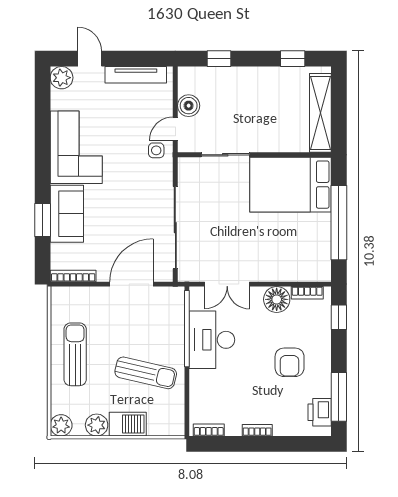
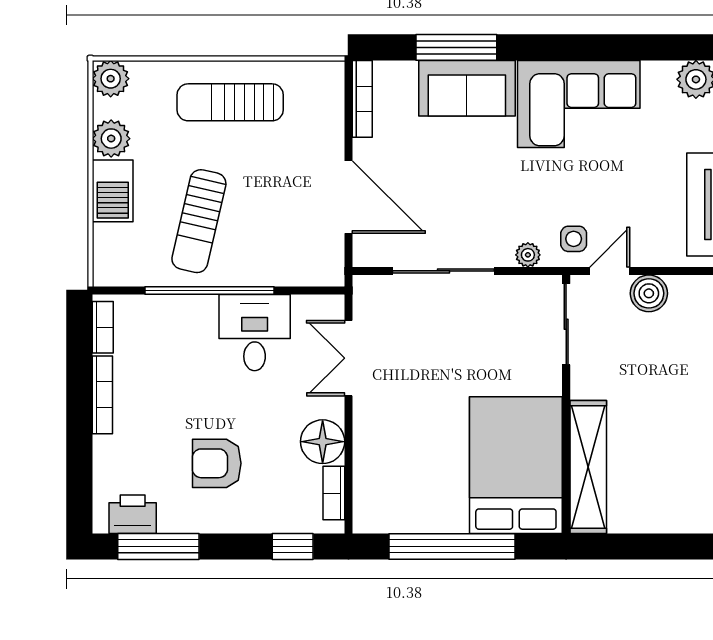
shelving: (320, 113) -> (588, 467), moved, turned 90
door: (175, 129) -> (610, 271), hinge flipped
sliding door: (225, 155) -> (566, 324), moved
plant: (166, 177) -> (528, 255), added
window: (43, 220) -> (456, 47), width x1.44
sliding door: (175, 228) -> (443, 271), width x0.73
window: (187, 329) -> (210, 290), moved
desk: (212, 340) -> (255, 333), width x0.73
sun lounger: (75, 354) -> (230, 102), turned 180
bookcase: (257, 430) -> (102, 395), width x1.56

